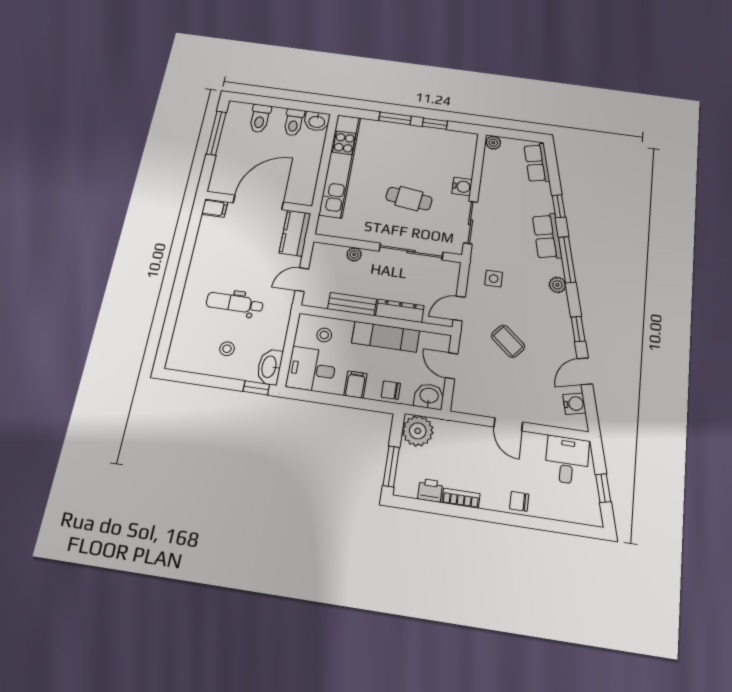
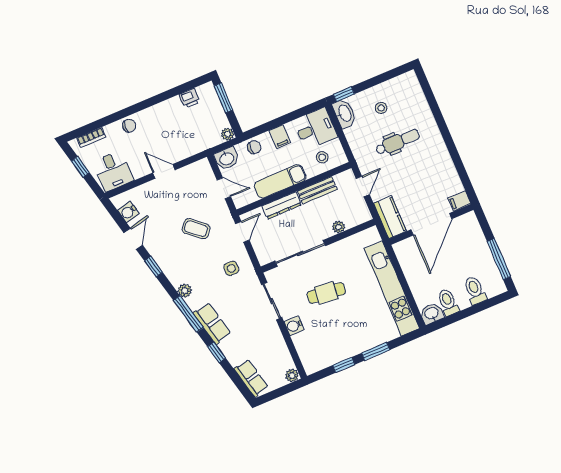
plant: (418, 431) -> (228, 134), width x0.53, depth x0.53
bookcase: (461, 498) -> (91, 138), moved

